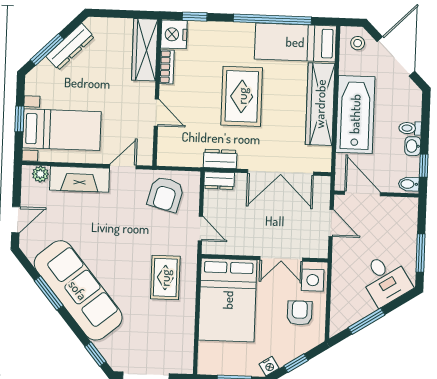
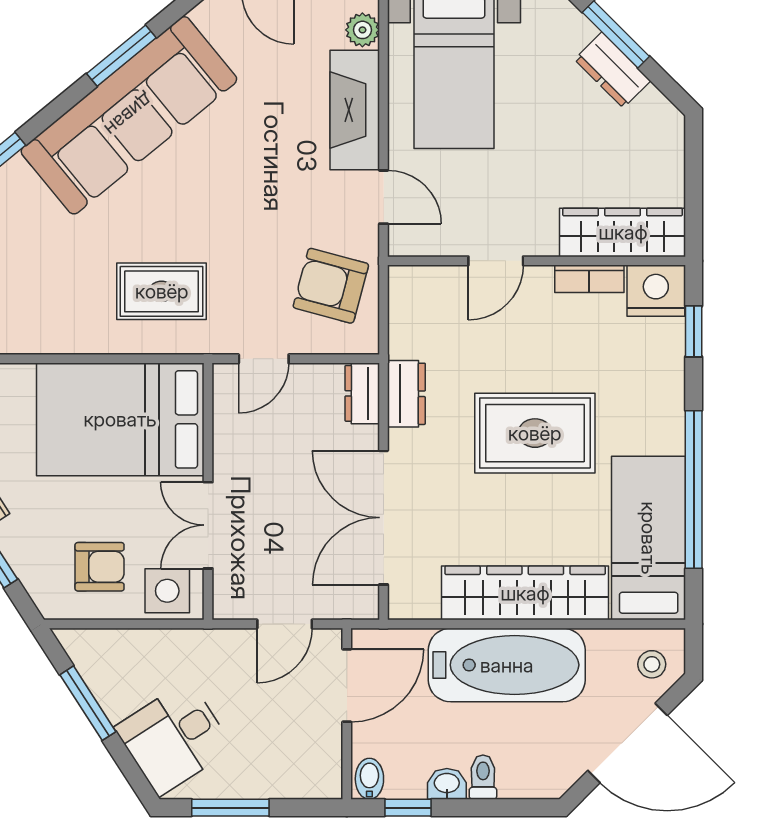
dresser: (70, 47) -> (612, 70), width x0.70

